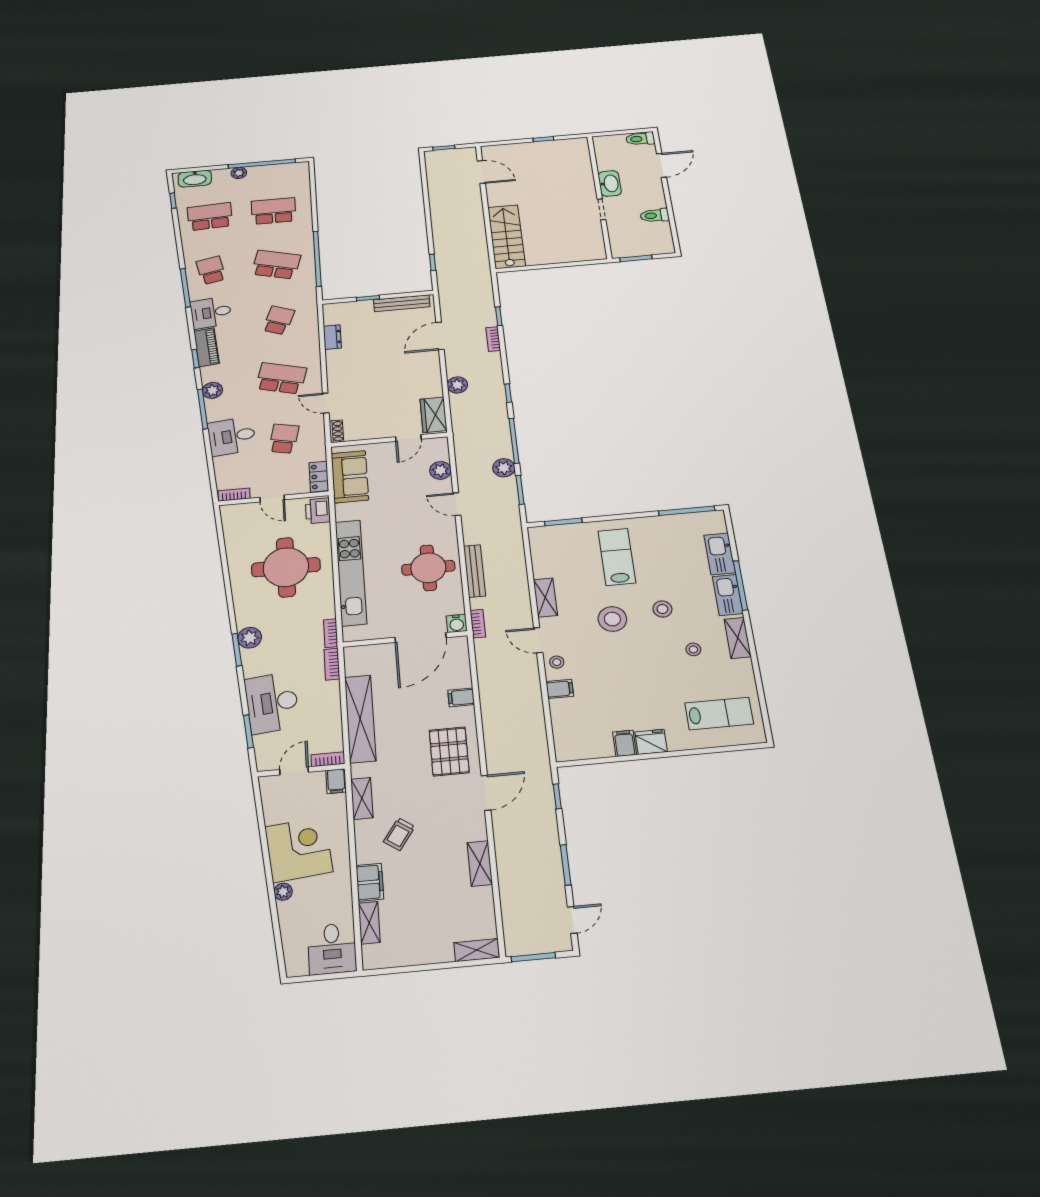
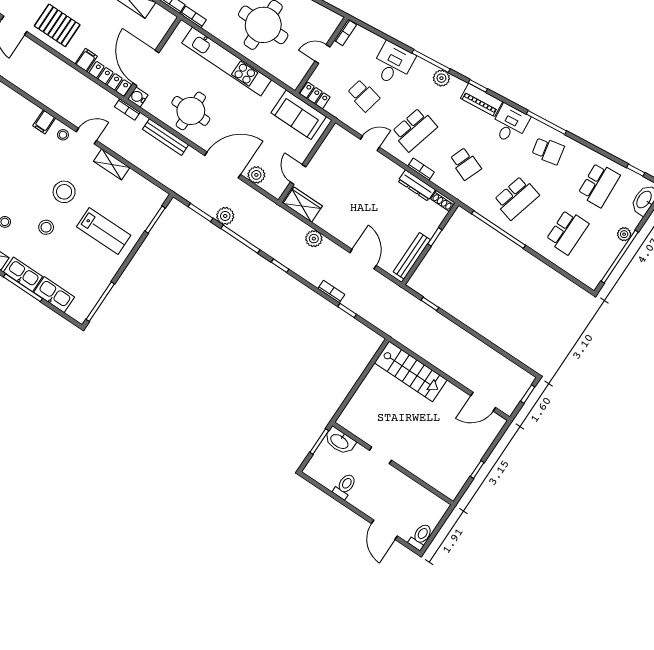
washbasin: (610, 184) -> (340, 441), moved
dresser: (332, 337) -> (417, 185), width x1.44
bookcase: (314, 349) -> (421, 169), added
shoe rack: (336, 431) -> (443, 201), moved
door: (457, 504) -> (223, 165), width x1.87
printer: (318, 511) -> (289, 75), removed
locker: (461, 662) -> (110, 79), added

